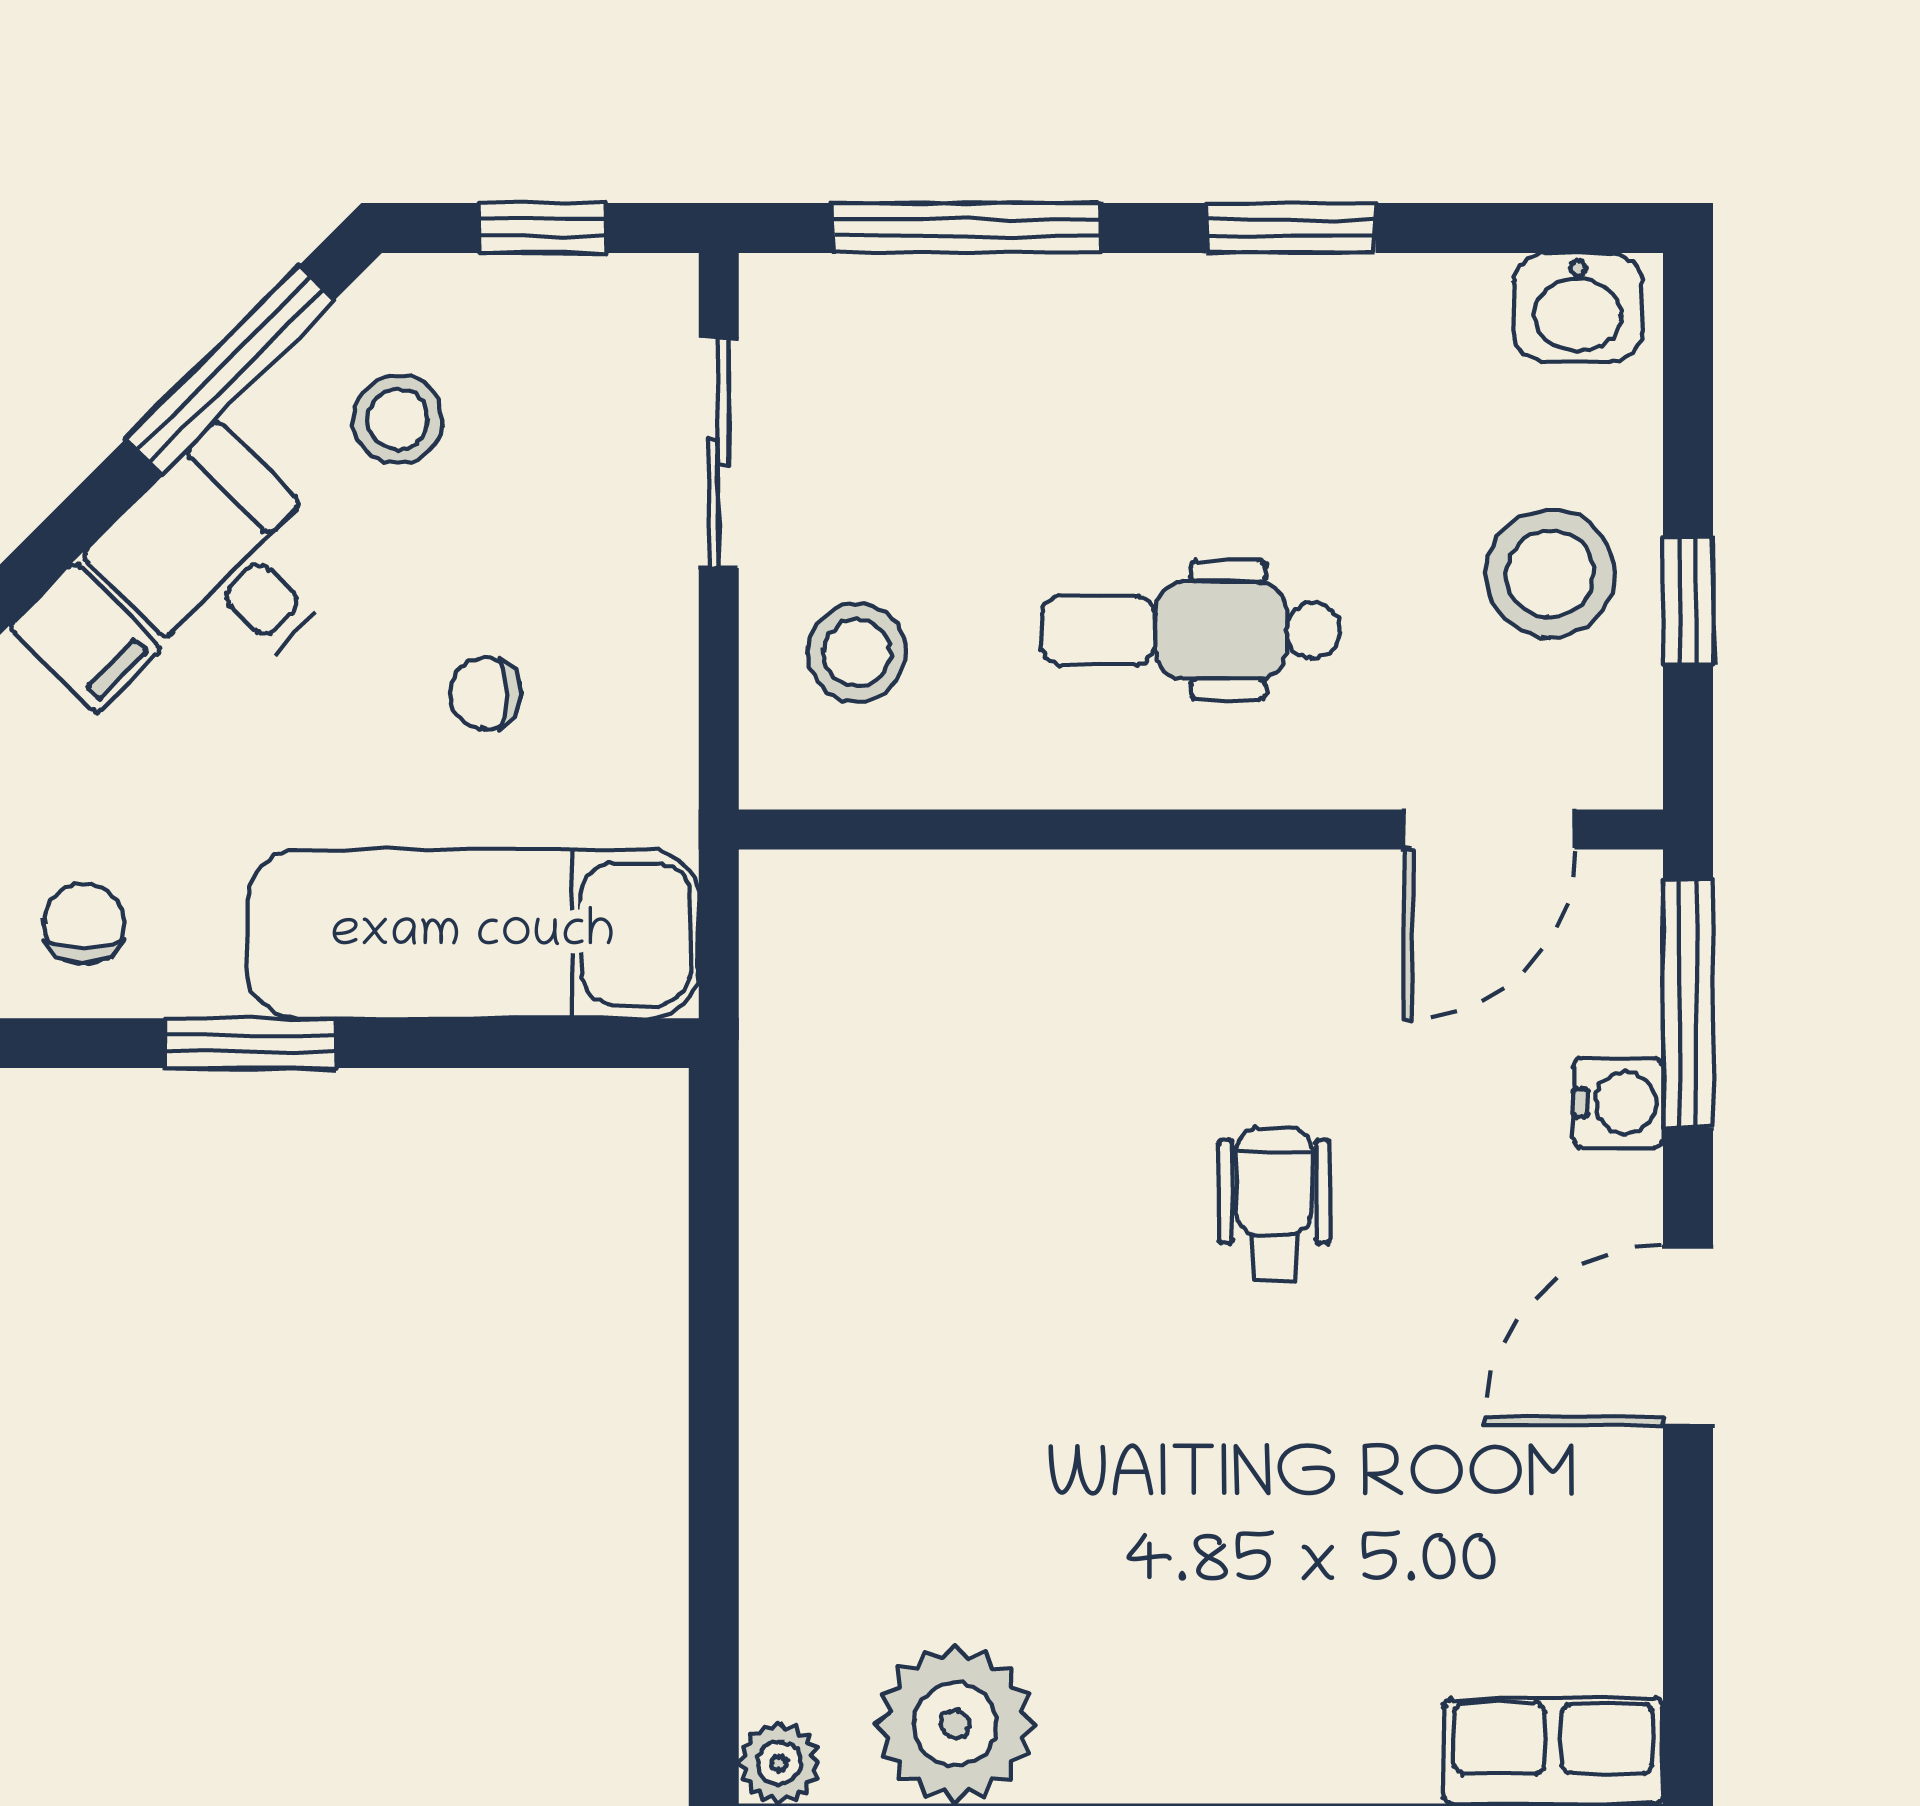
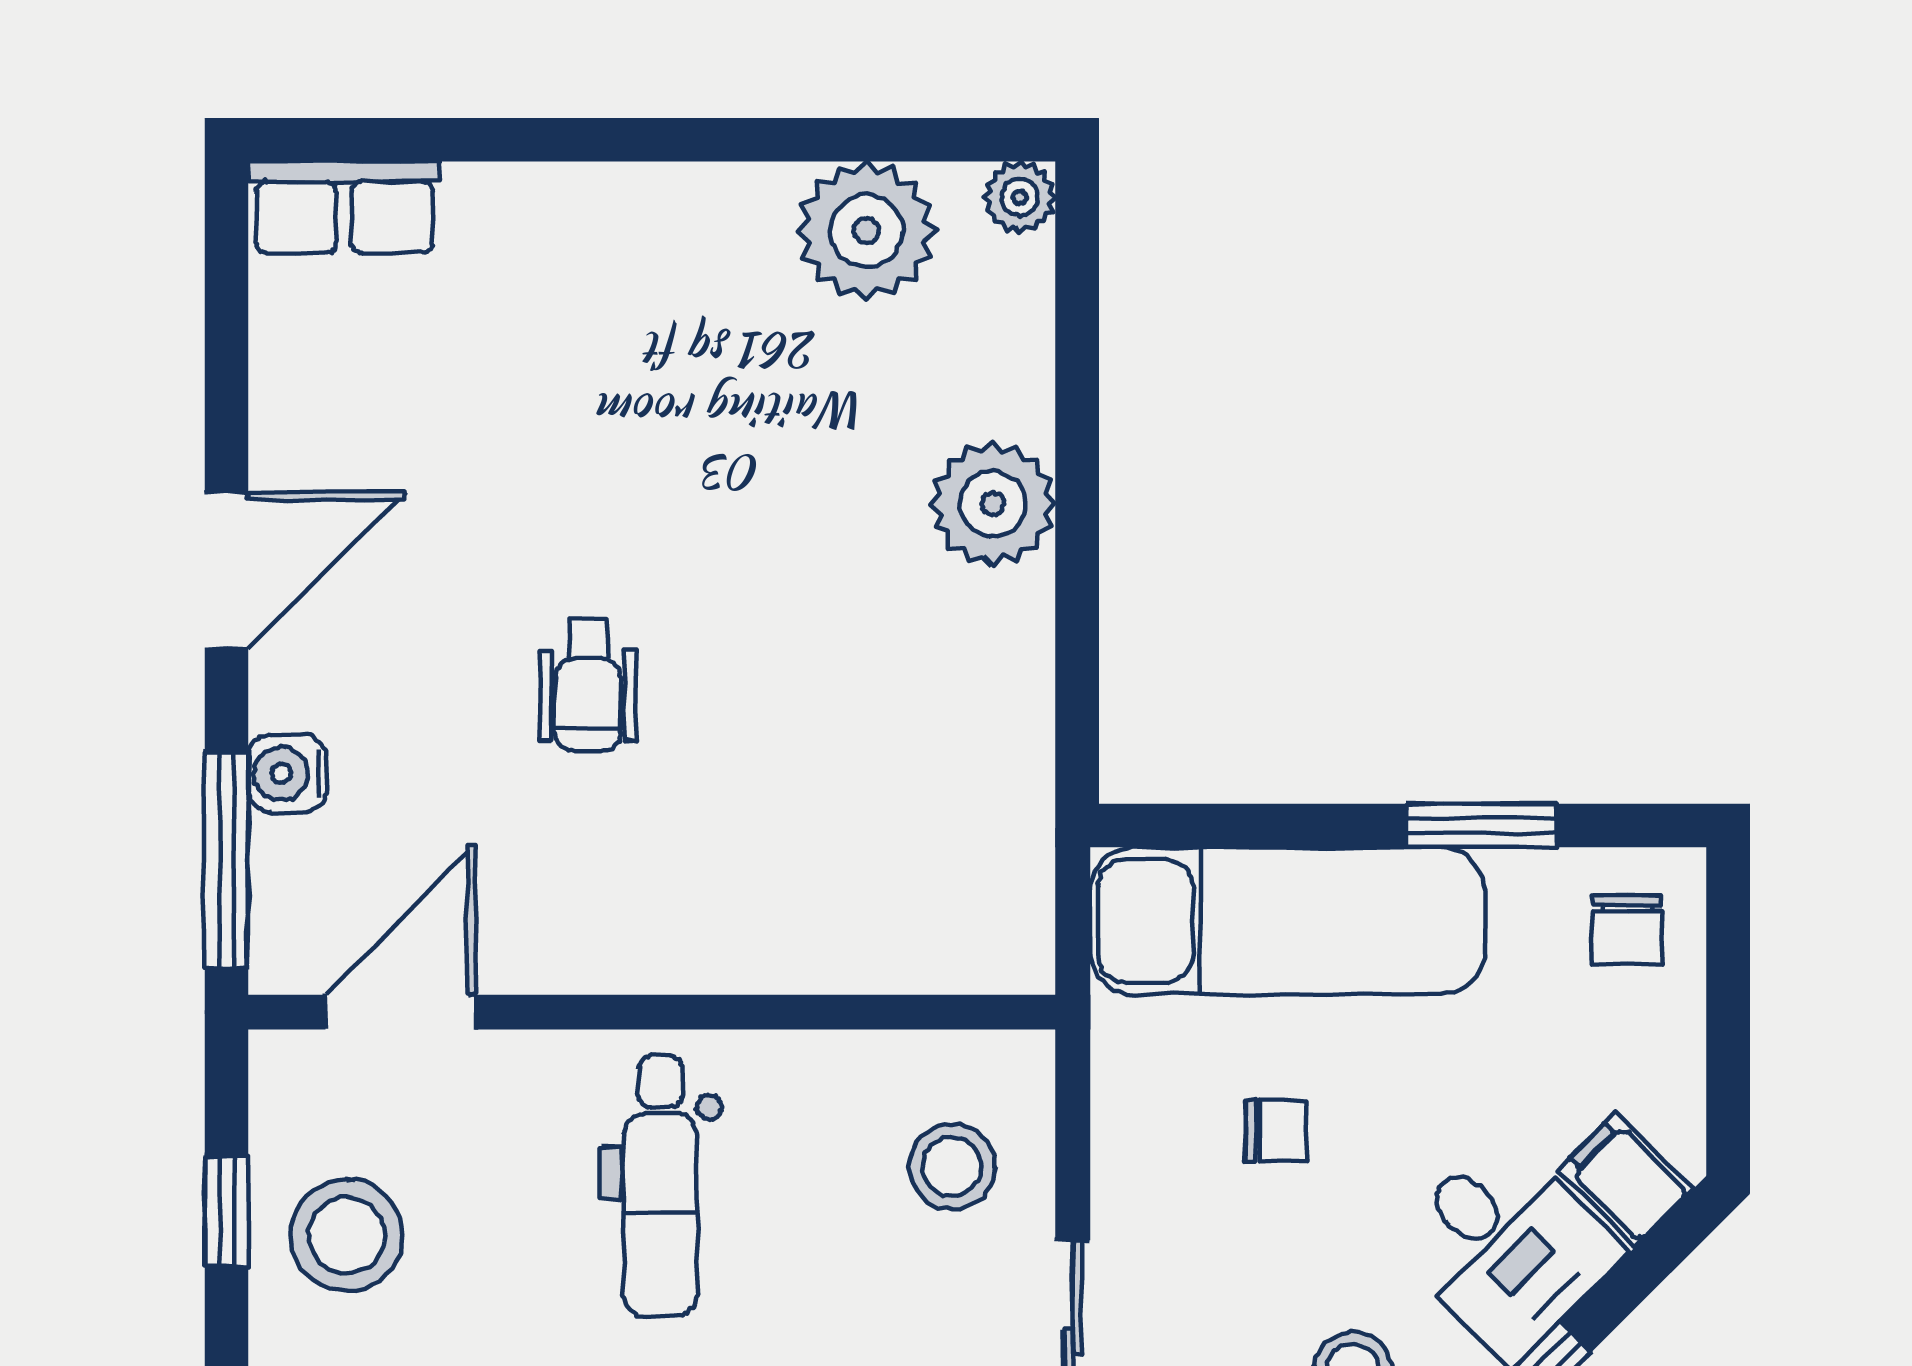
dental chair: (1191, 630) -> (661, 1186), turned 90
plant: (810, 1412) -> (993, 504), added

